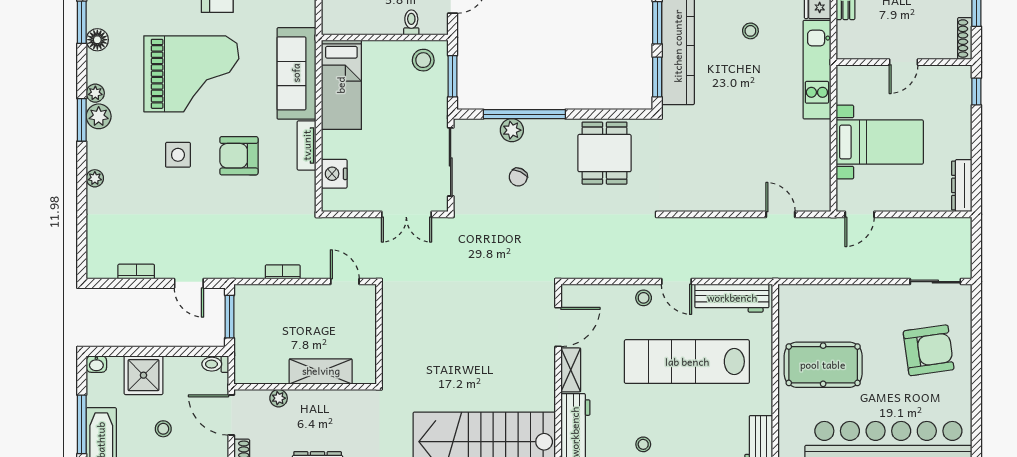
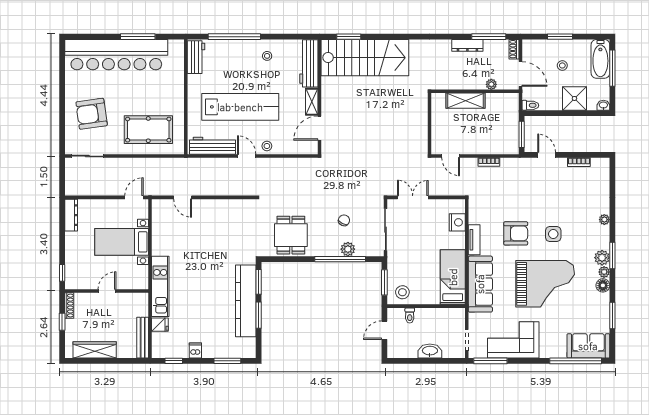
stool: (750, 31) -> (201, 310), removed
floor lamp: (97, 40) -> (603, 285), moved
grand piano: (191, 74) -> (545, 284), turned 180
pool table: (823, 365) -> (148, 130), moved

